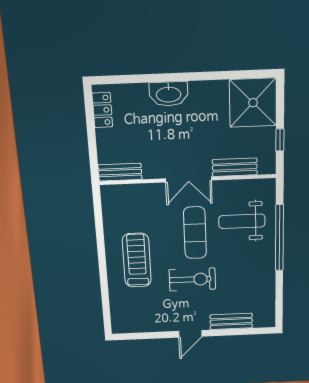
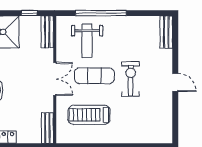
bench: (235, 167) -> (47, 32), moved
treadmill: (137, 260) -> (89, 115), moved
bench: (231, 321) -> (166, 32), moved

